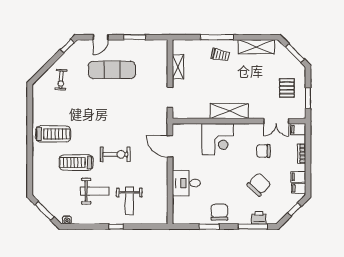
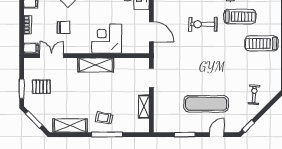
pallet: (287, 88) -> (42, 87), turned 90
window: (308, 98) -> (22, 89), moved

